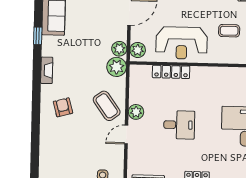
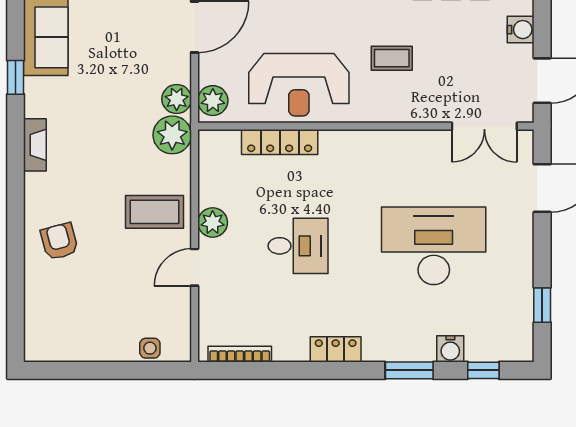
coffee table: (107, 106) -> (155, 212), turned -54
armchair: (63, 107) -> (59, 241), moved

